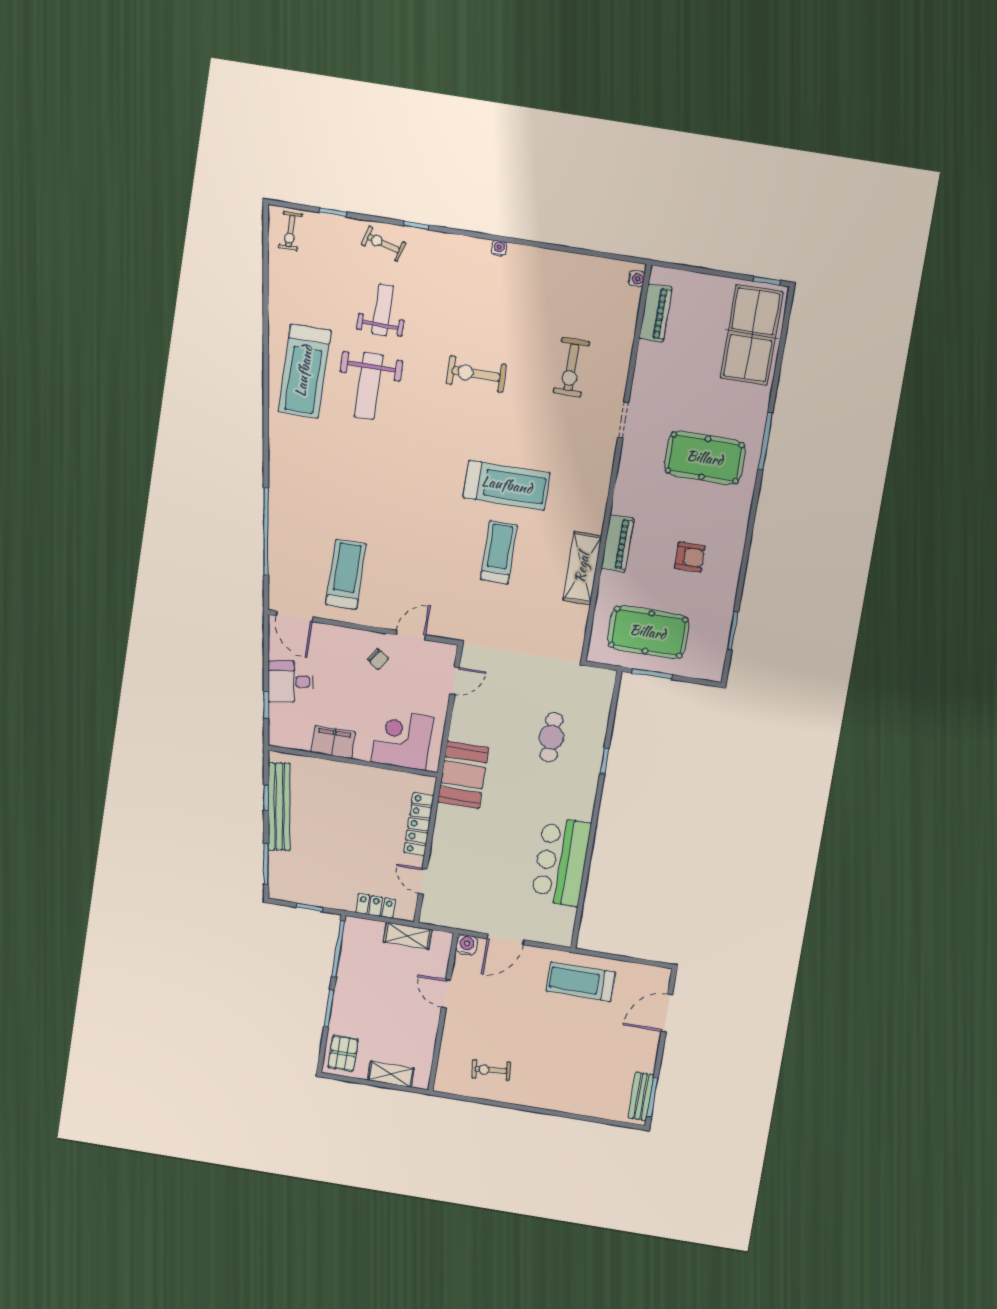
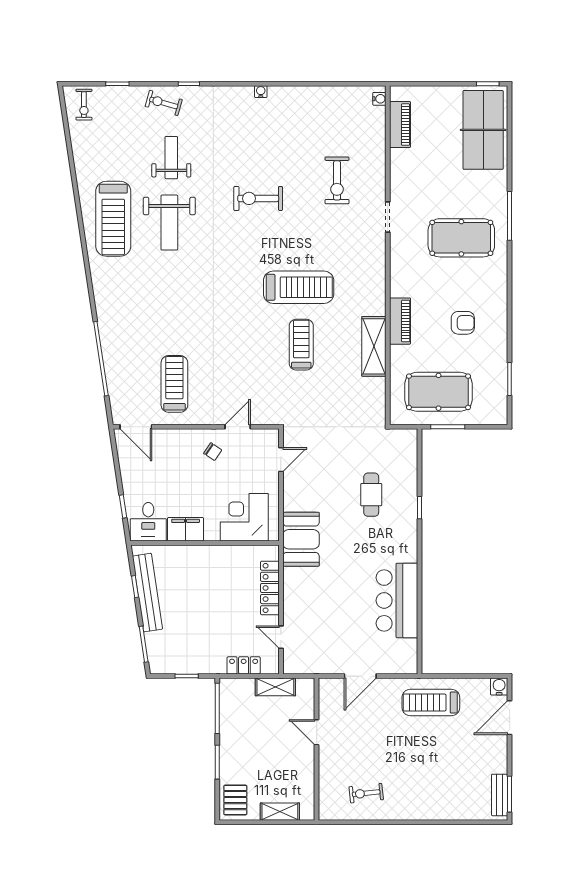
desk: (291, 682) -> (148, 522), moved, turned -81
water cooler: (467, 945) -> (499, 686), moved

